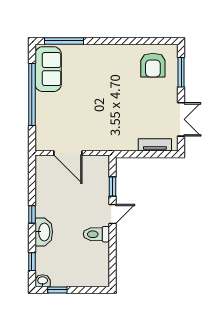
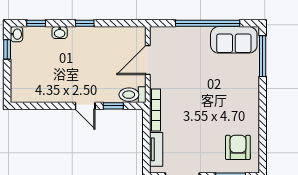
armchair: (153, 65) -> (238, 147), turned 90
bookcase: (117, 146) -> (155, 110), added
washbasin: (44, 232) -> (60, 33), width x0.52, depth x0.69
toilet: (96, 234) -> (132, 95), moved, turned -90

